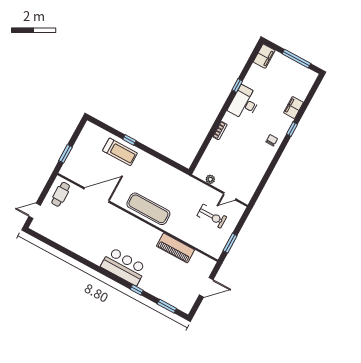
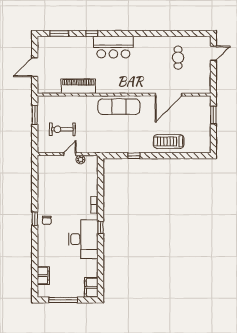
window: (237, 85) -> (101, 227), moved
desk: (244, 103) -> (83, 239), width x1.36, depth x1.30
filing cabinet: (293, 108) -> (43, 276), moved
window: (292, 129) -> (35, 219), moved
window: (129, 140) -> (134, 156), moved
cafe table: (61, 194) -> (178, 58), moved
door: (230, 196) -> (70, 154), moved

